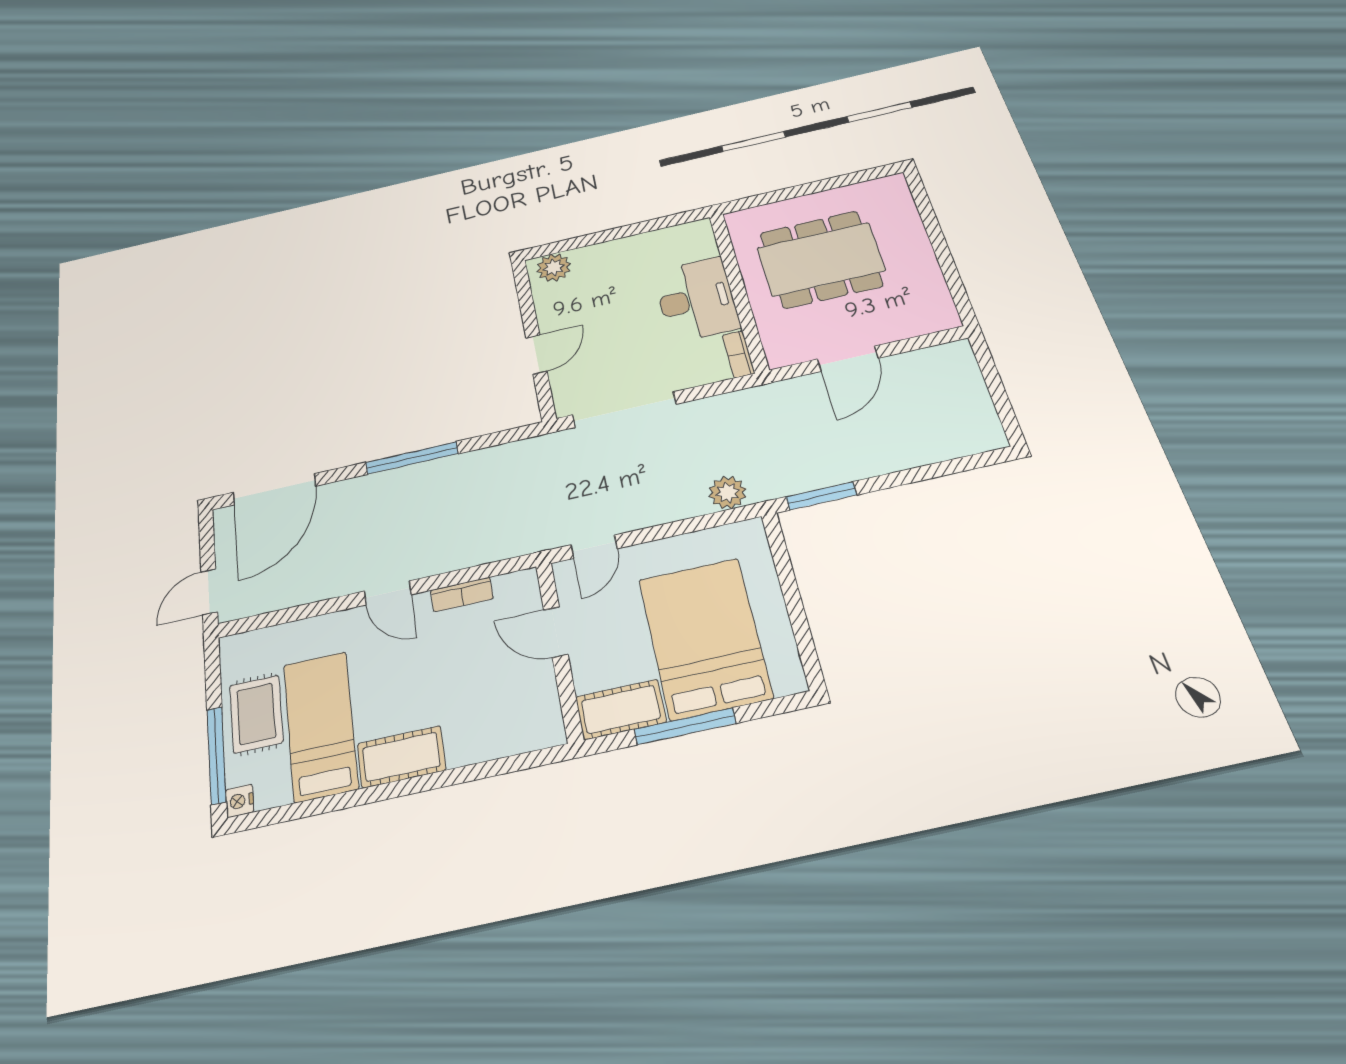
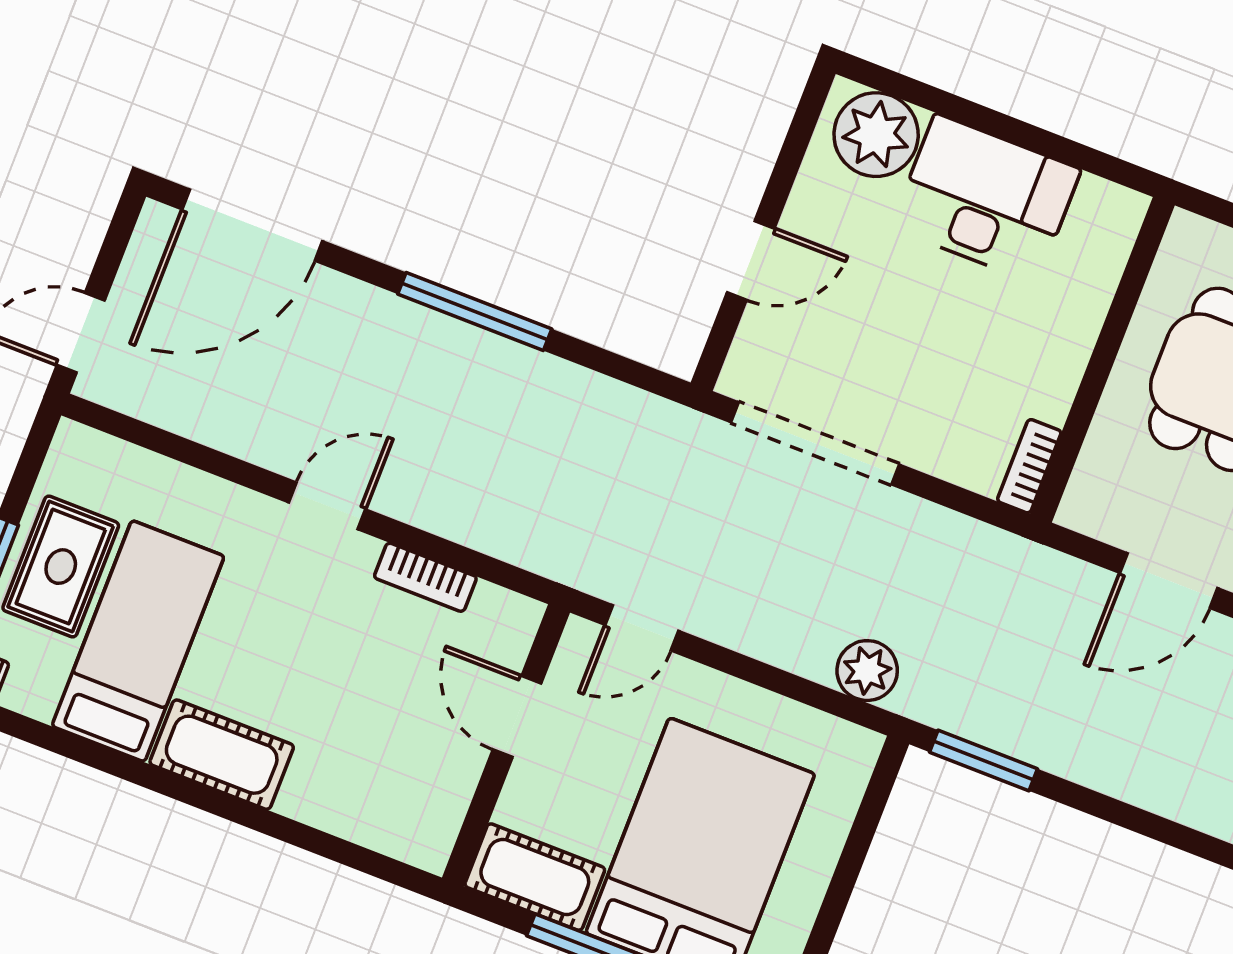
plant: (554, 268) -> (876, 135), width x1.36, depth x1.36
desk: (696, 300) -> (986, 198), moved, turned -90
door: (388, 593) -> (327, 506), swing flipped

